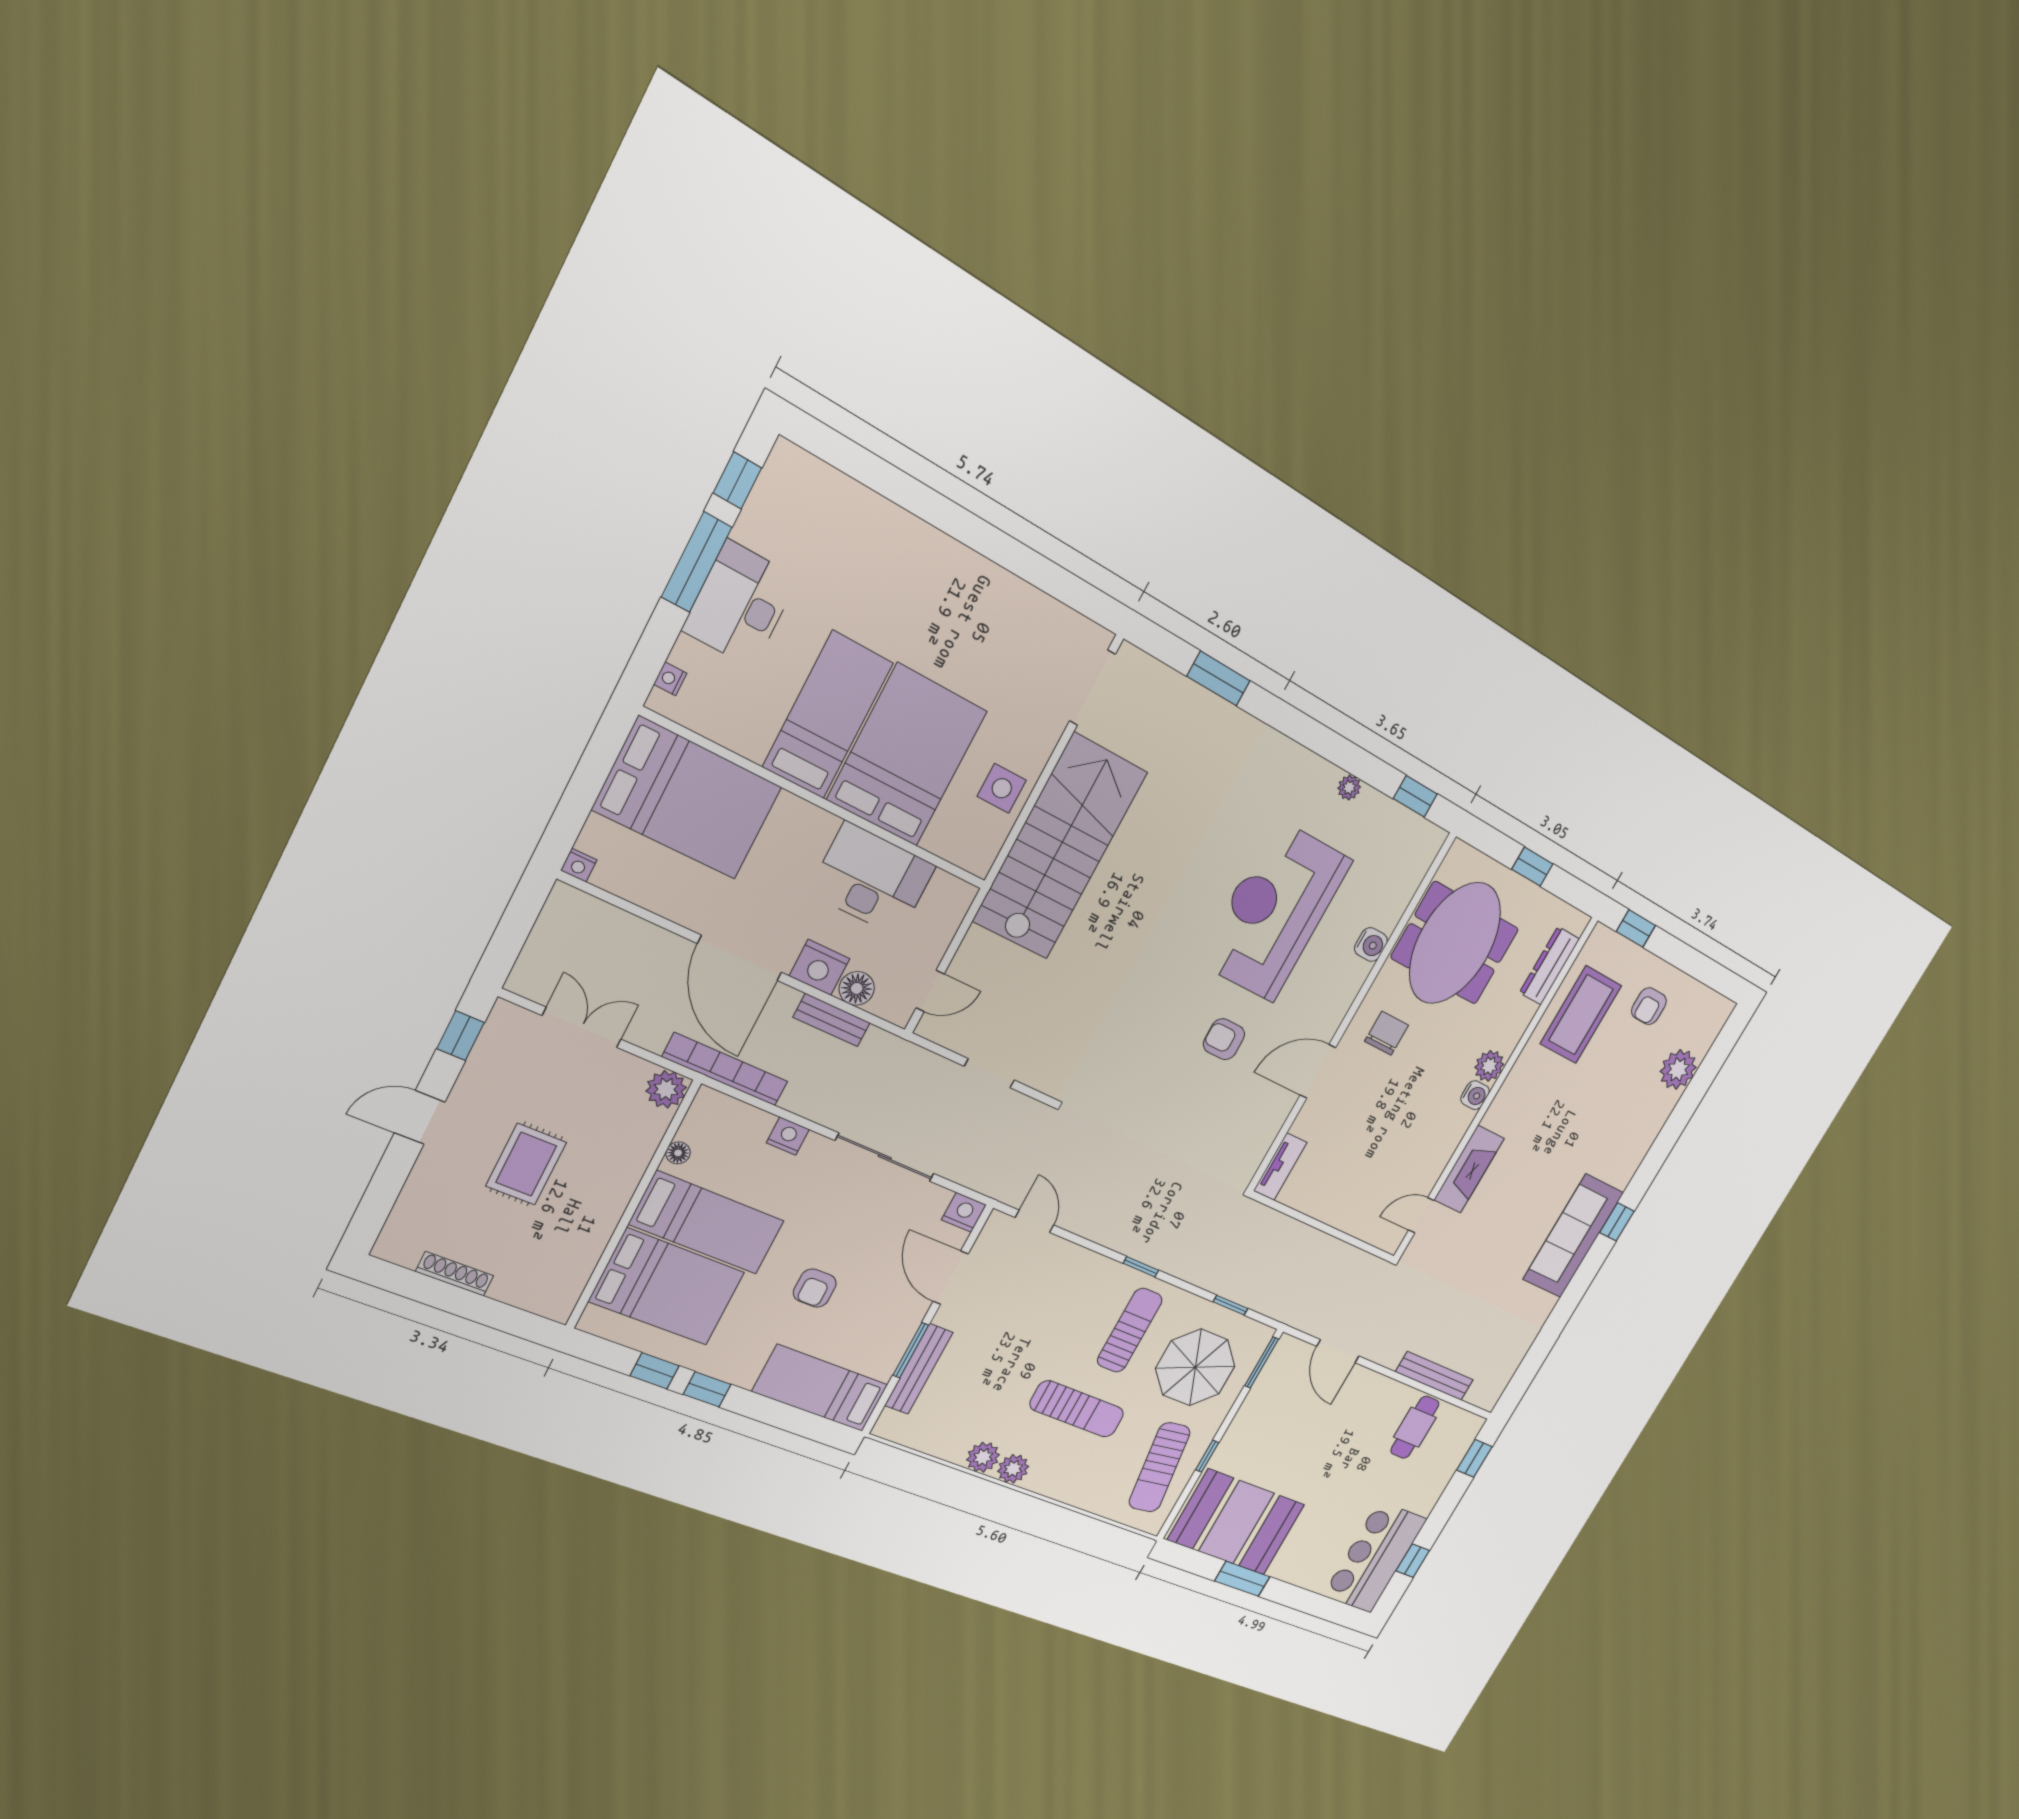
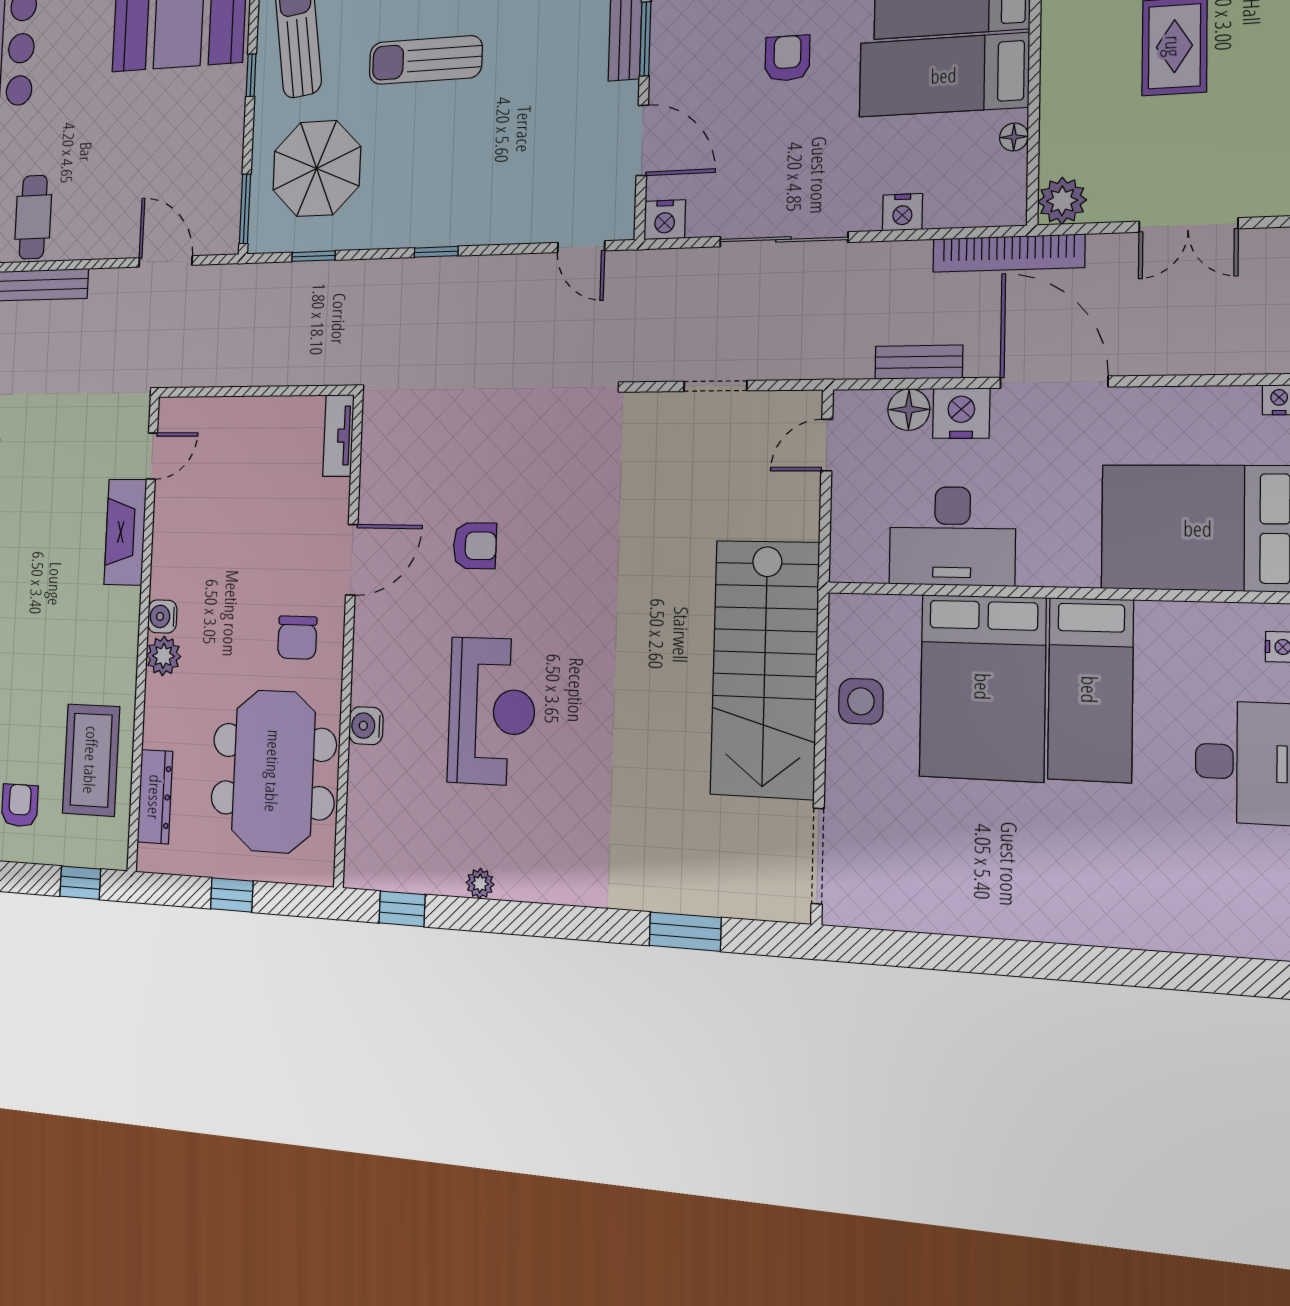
reception desk: (1275, 911) -> (492, 711), width x0.74, depth x0.77
sun lounger: (1130, 1330) -> (412, 175), removed

